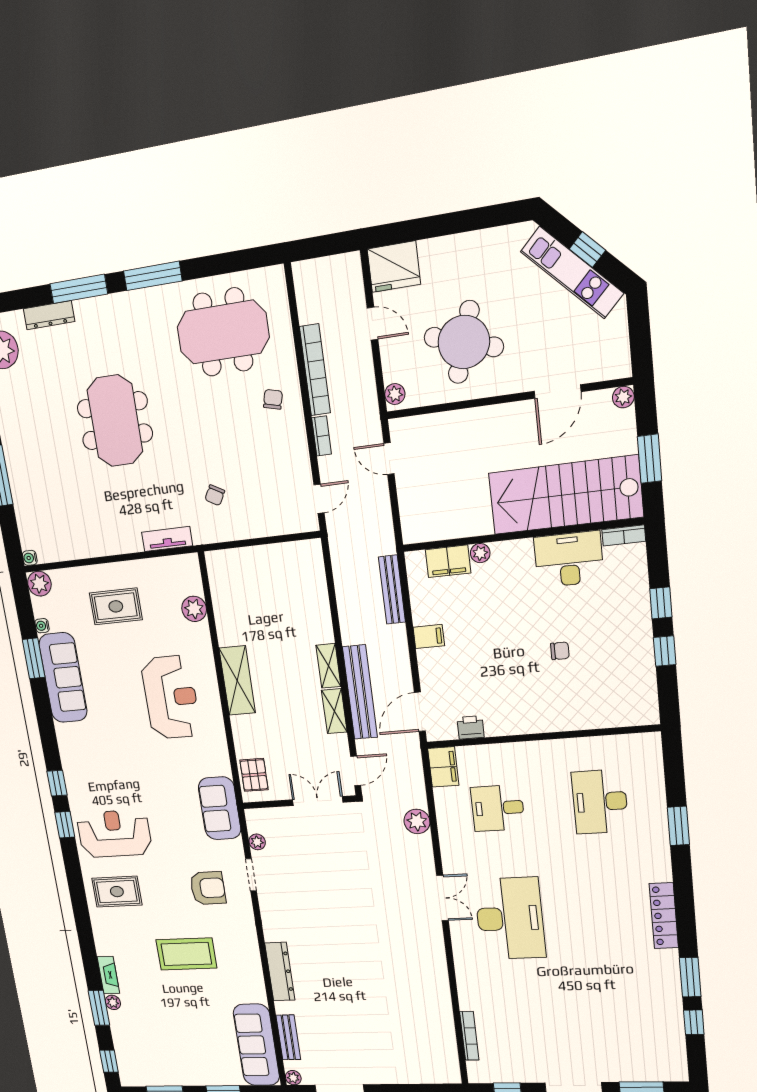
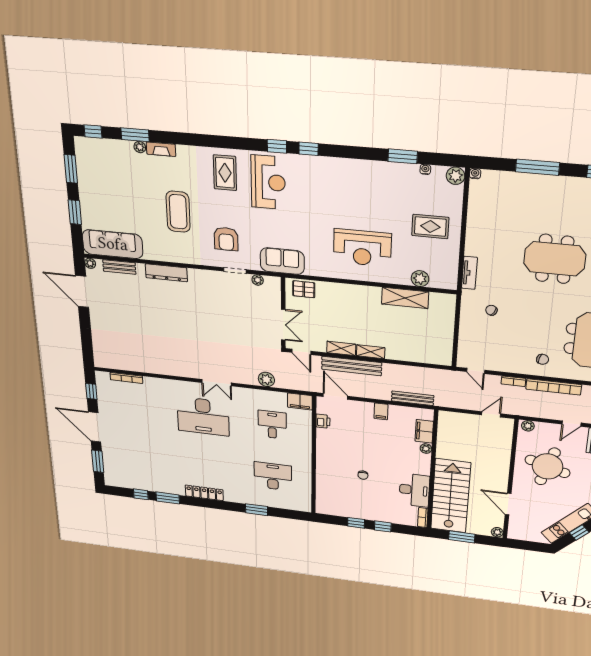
rug: (116, 606) -> (430, 227), turned 90
sofa: (63, 678) -> (386, 175), removed
shelving: (237, 681) -> (405, 298), moved

